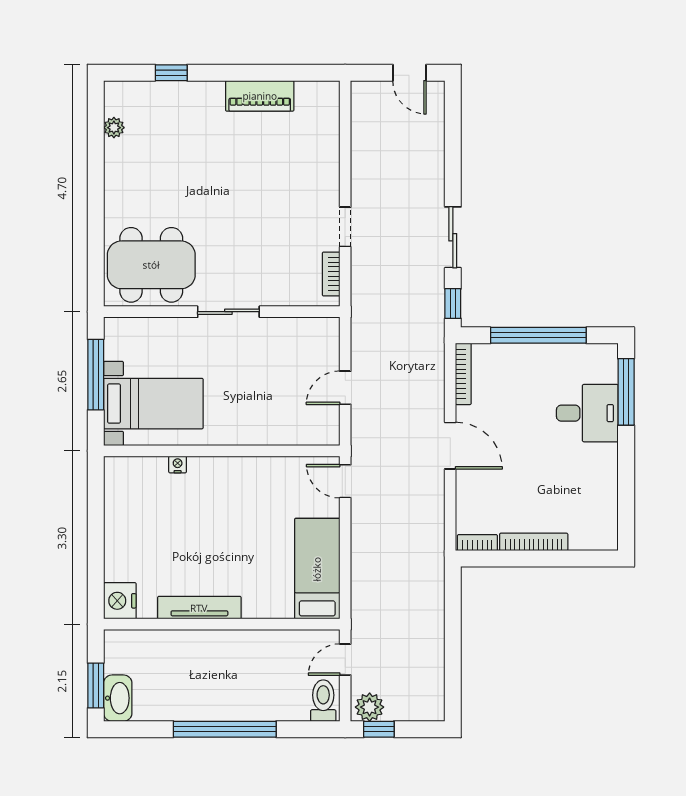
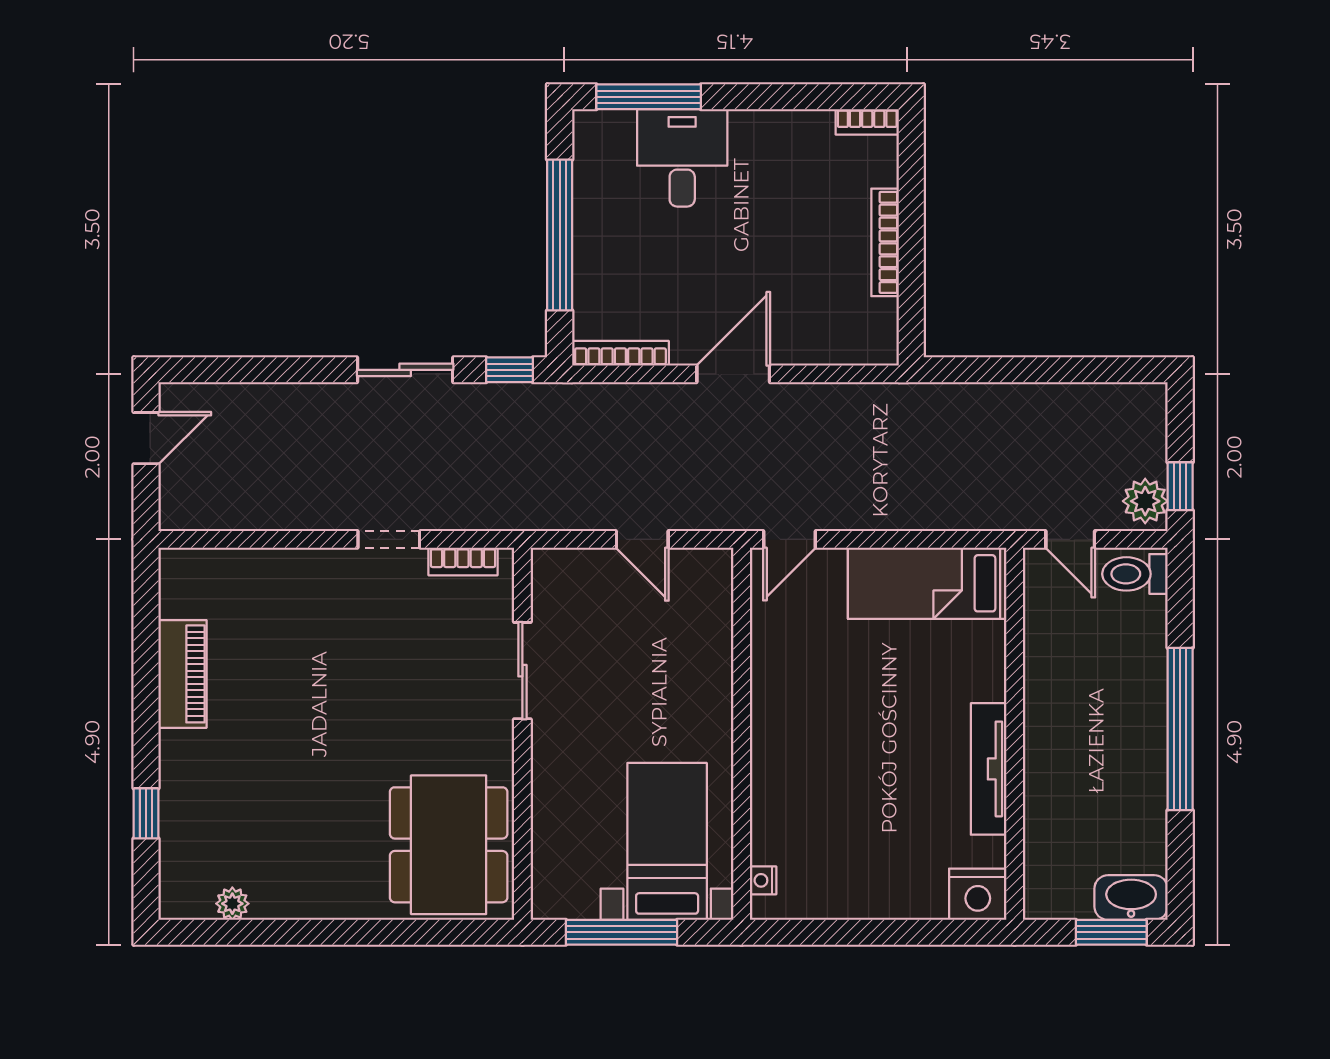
sliding door: (228, 312) -> (522, 671), moved
nightstand: (178, 465) -> (763, 880), moved
bookcase: (477, 543) -> (867, 122), moved, turned -90

